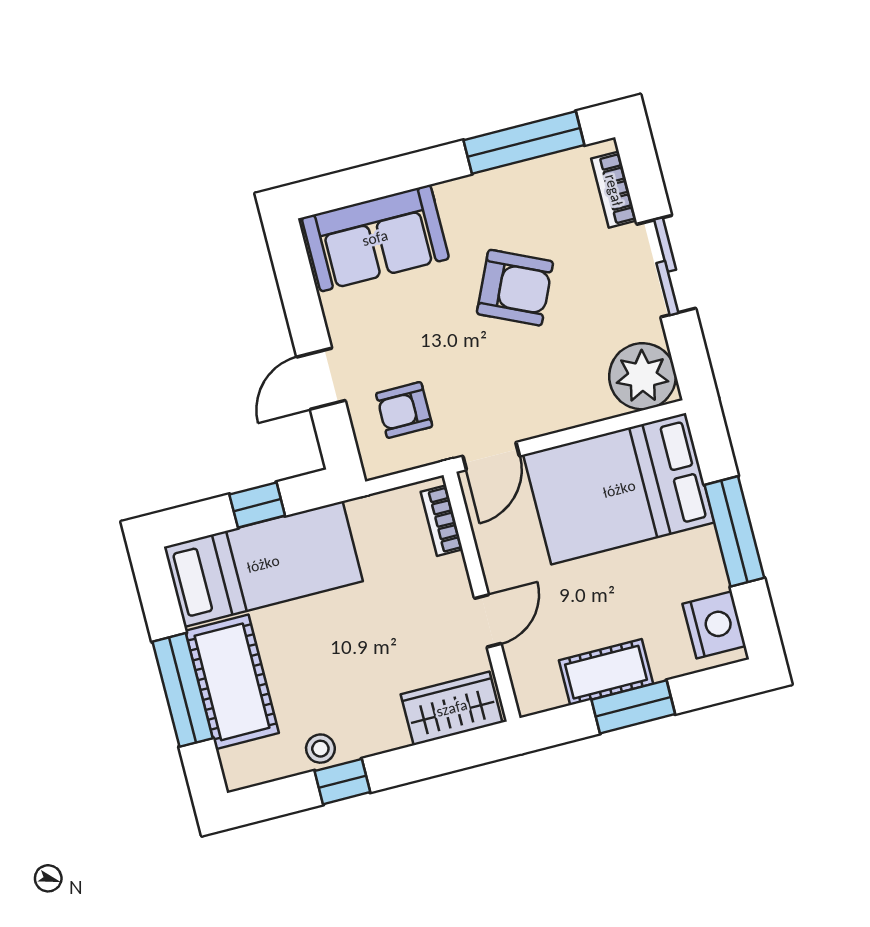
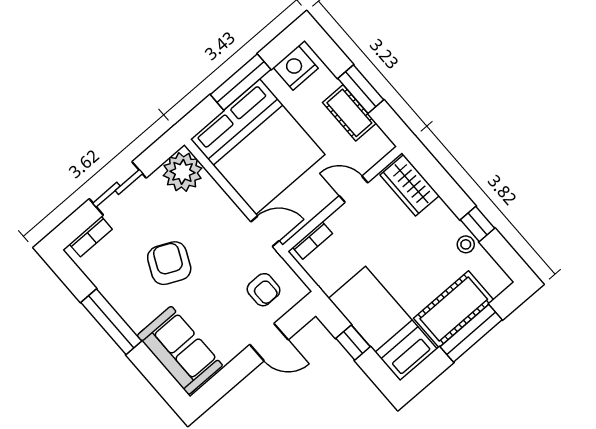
window: (524, 143) -> (111, 322), moved
bed: (619, 489) -> (258, 147), width x1.36

